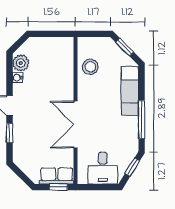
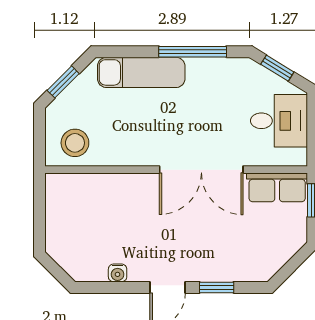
plant: (21, 63) -> (92, 267), removed
stool: (90, 67) -> (75, 143), moved
row of seats: (57, 176) -> (277, 187), moved, turned -90

